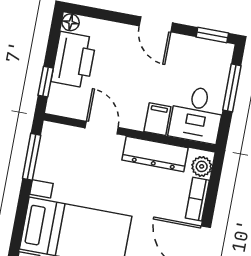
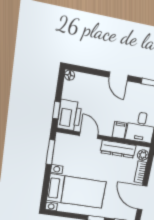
printer: (74, 60) -> (69, 115), moved

